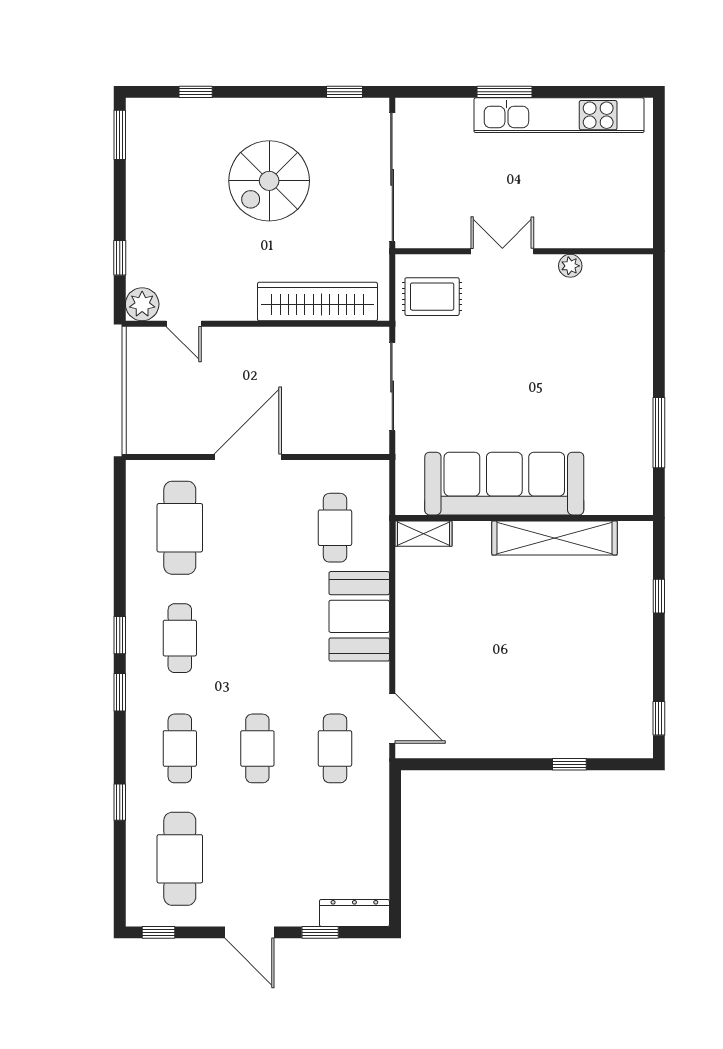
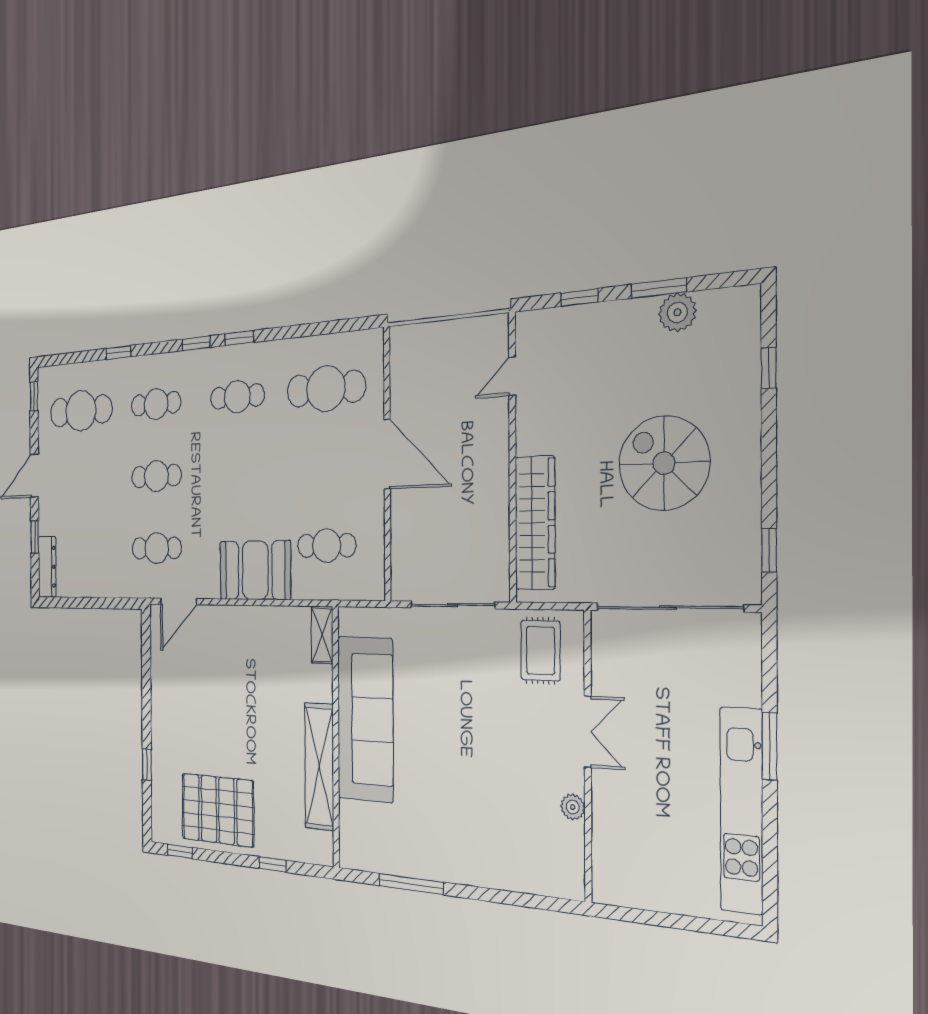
window: (120, 135) -> (659, 288), moved
plant: (142, 304) -> (677, 312), moved
pallet: (610, 667) -> (218, 810), added

